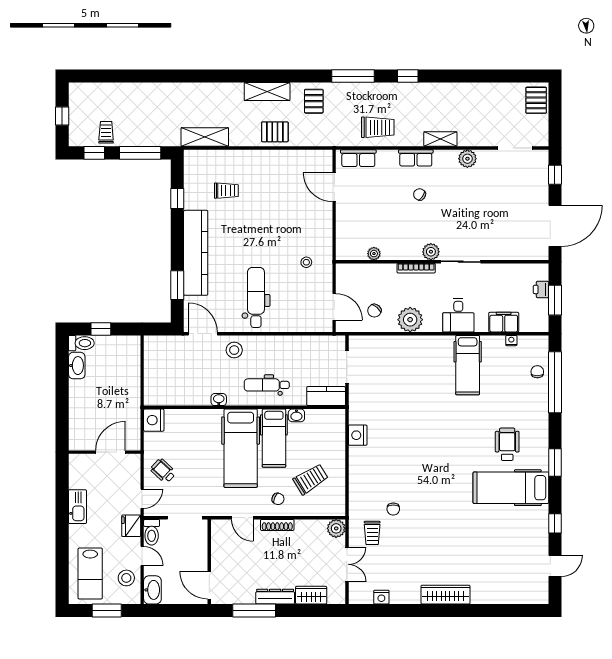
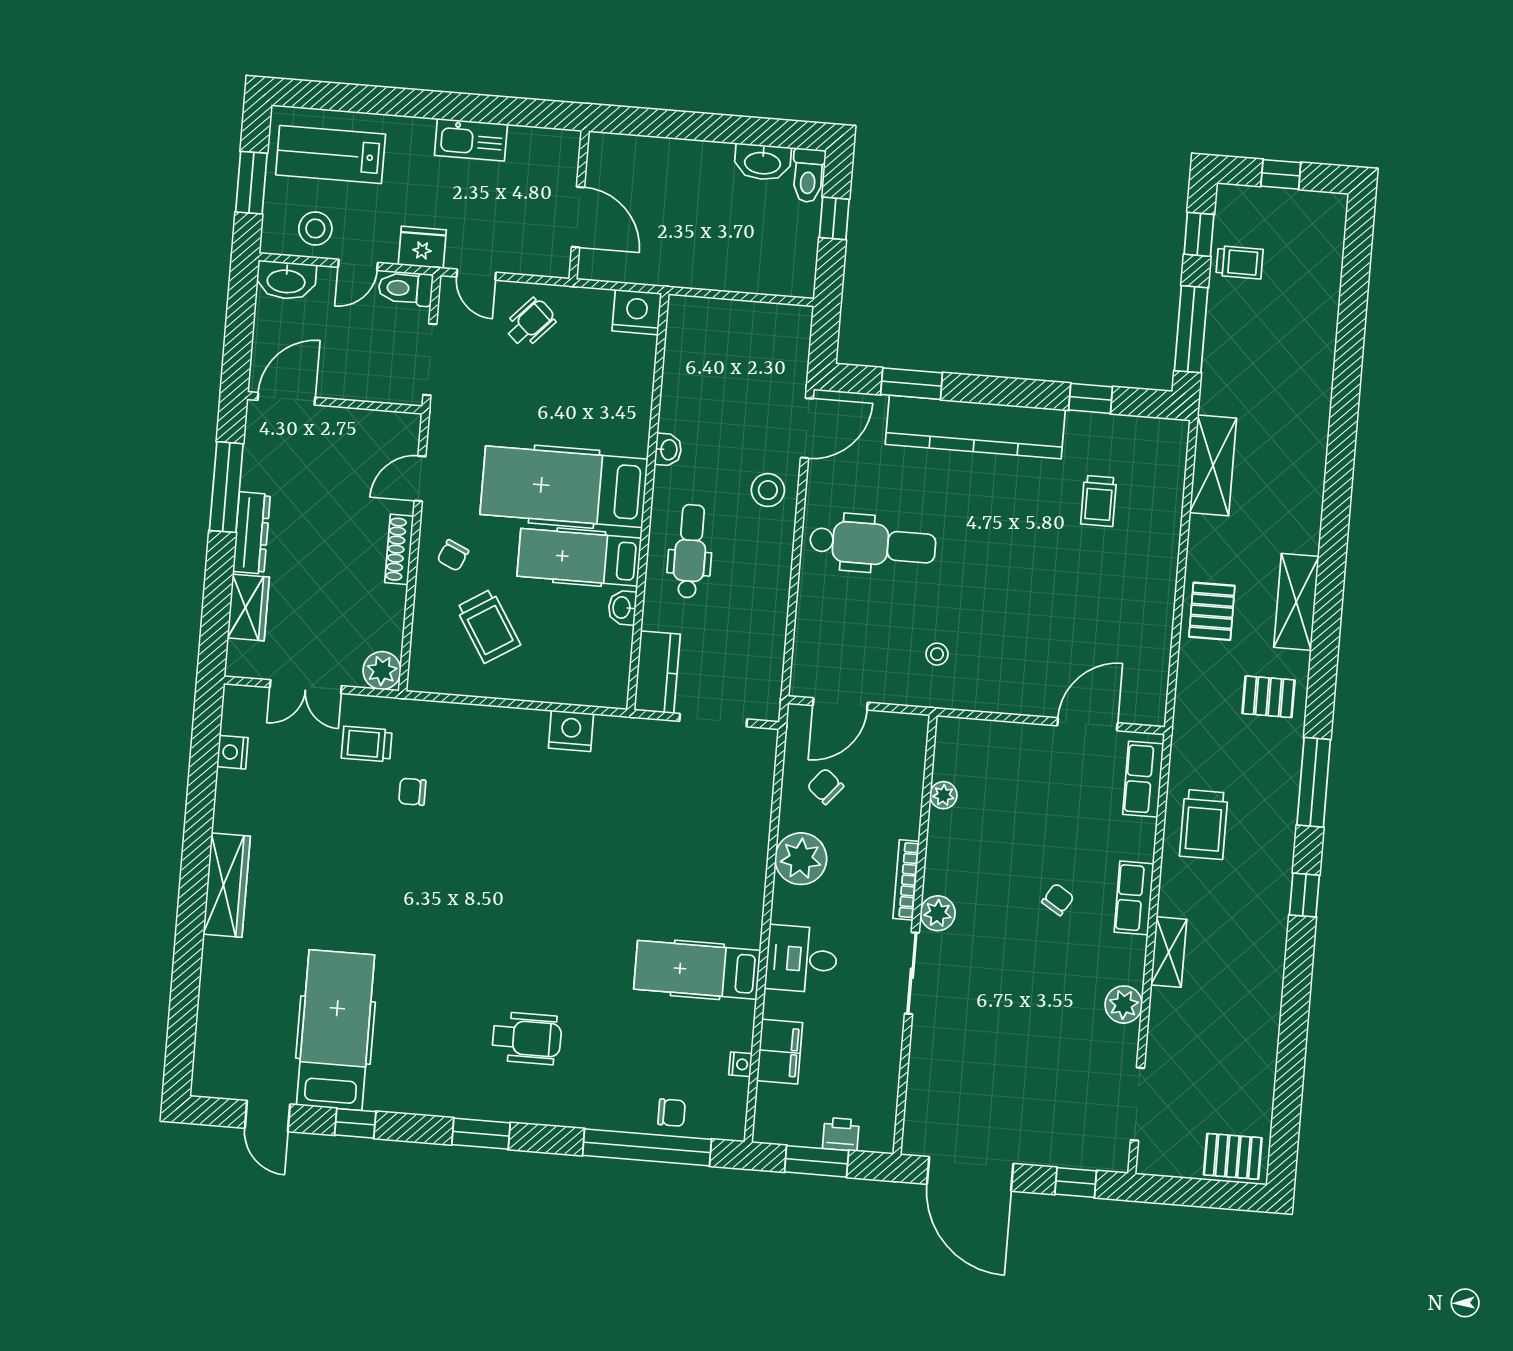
hospital bed: (511, 488) -> (336, 1030), moved

